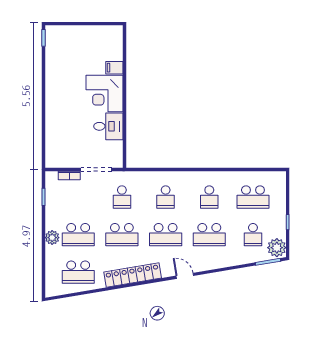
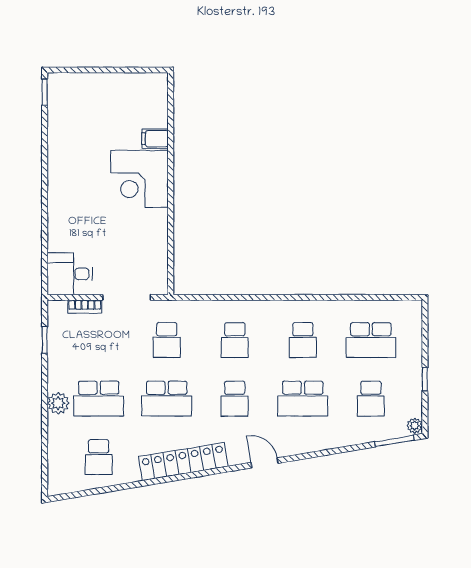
desk: (108, 126) -> (70, 274), moved, turned 180
school desk: (166, 235) -> (235, 399), width x0.54
plant: (277, 248) -> (415, 426), width x0.53, depth x0.53
school desk: (78, 272) -> (99, 457), width x0.54

